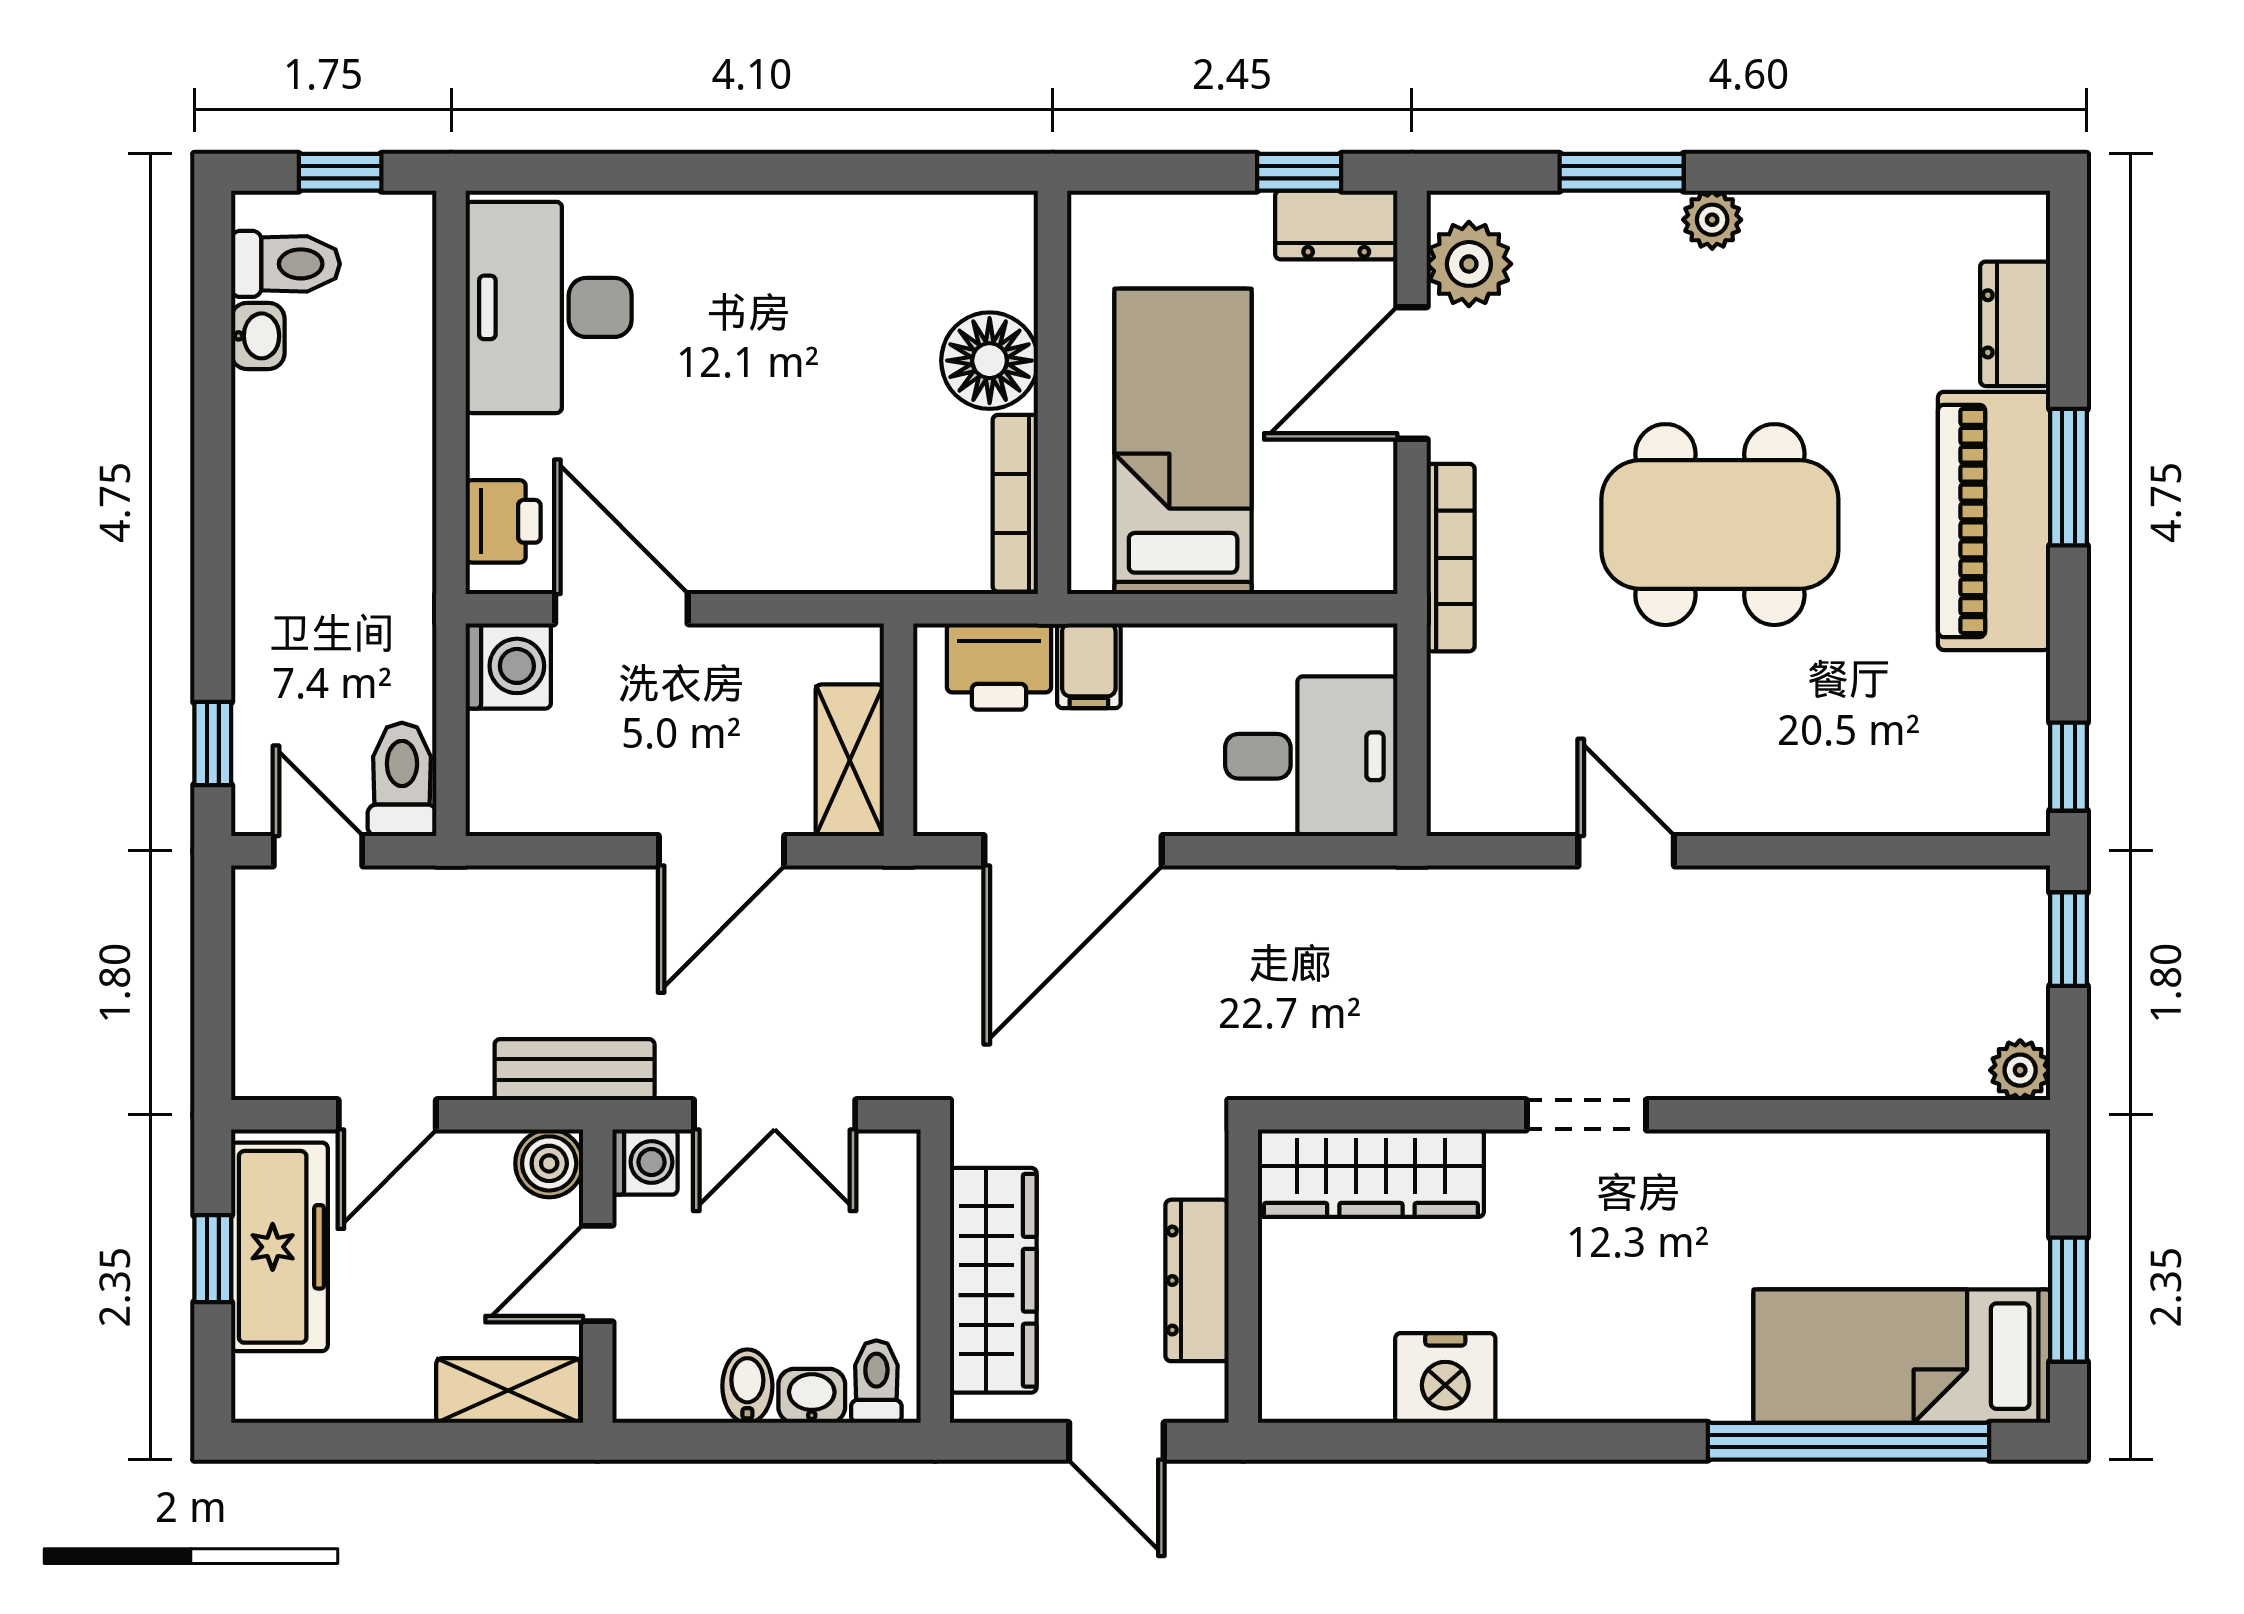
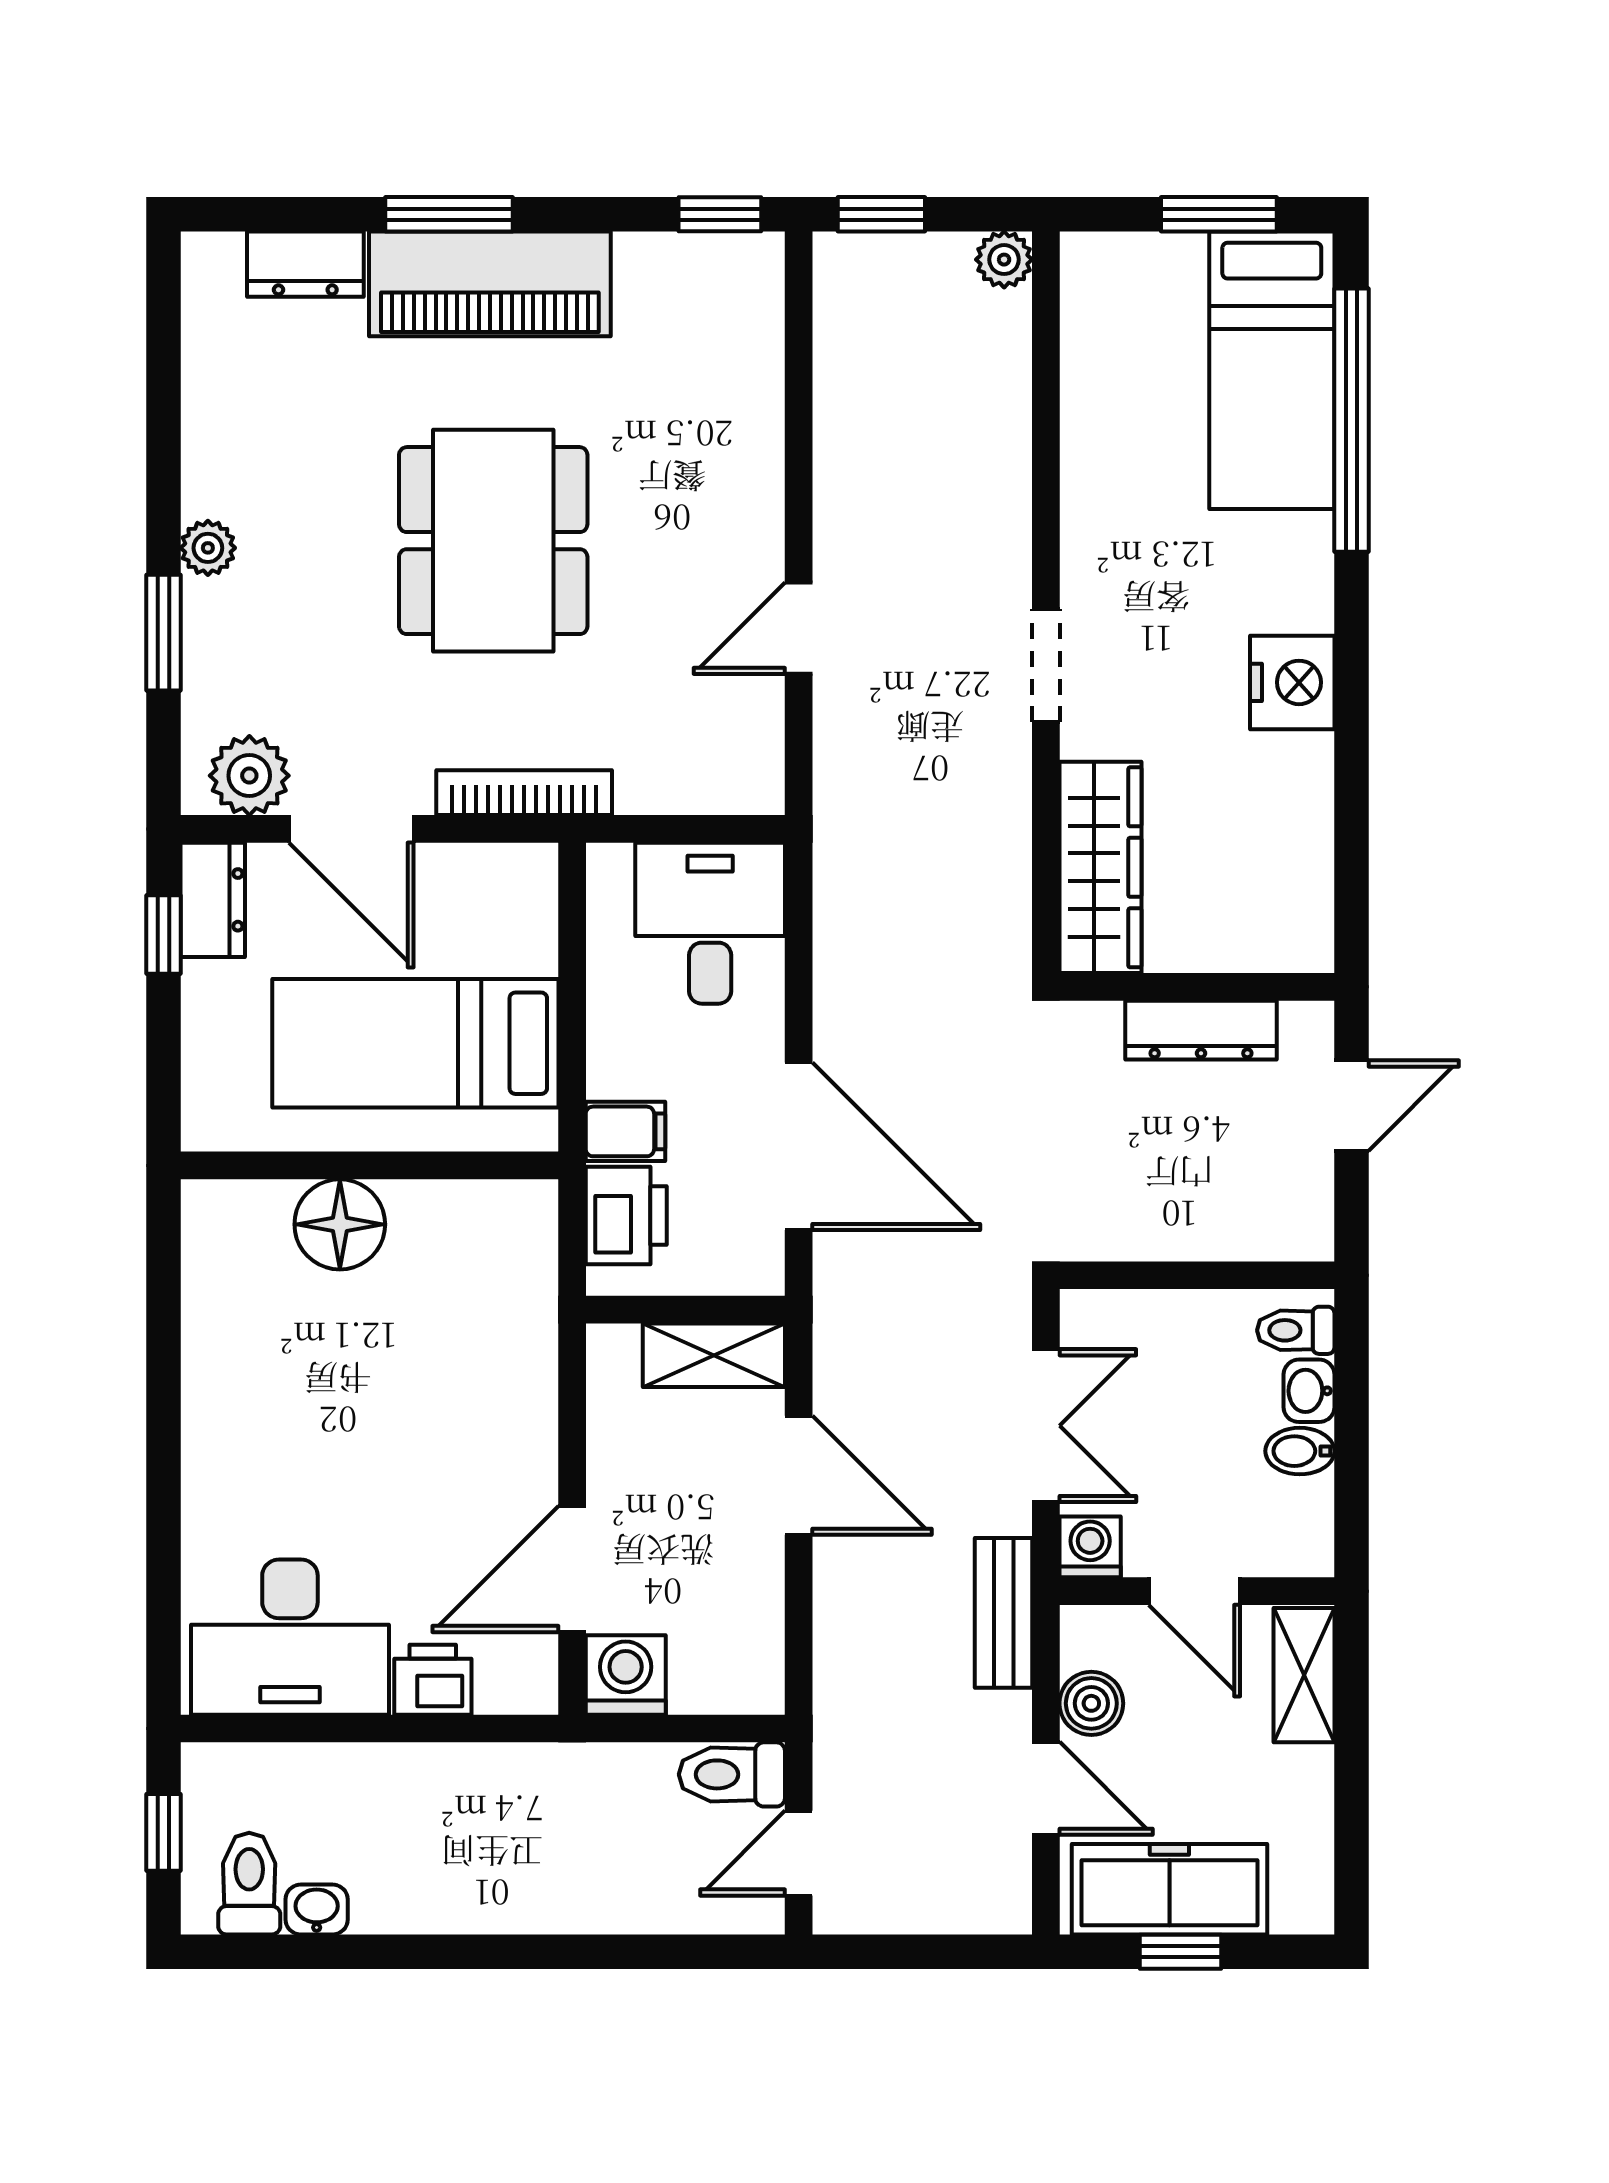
bookcase: (1015, 503) -> (473, 1200), removed
printer: (503, 521) -> (433, 1680), moved
window: (213, 744) -> (698, 1952), removed
boiler: (549, 1163) -> (1091, 1703), moved
wardrobe: (993, 1280) -> (1201, 1221), removed
nightstand: (1445, 1378) -> (1292, 682), moved

